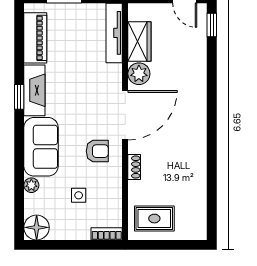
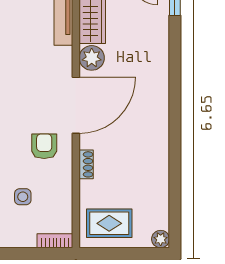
armchair: (97, 151) -> (44, 146), turned -90
plant: (199, 232) -> (161, 239), added

